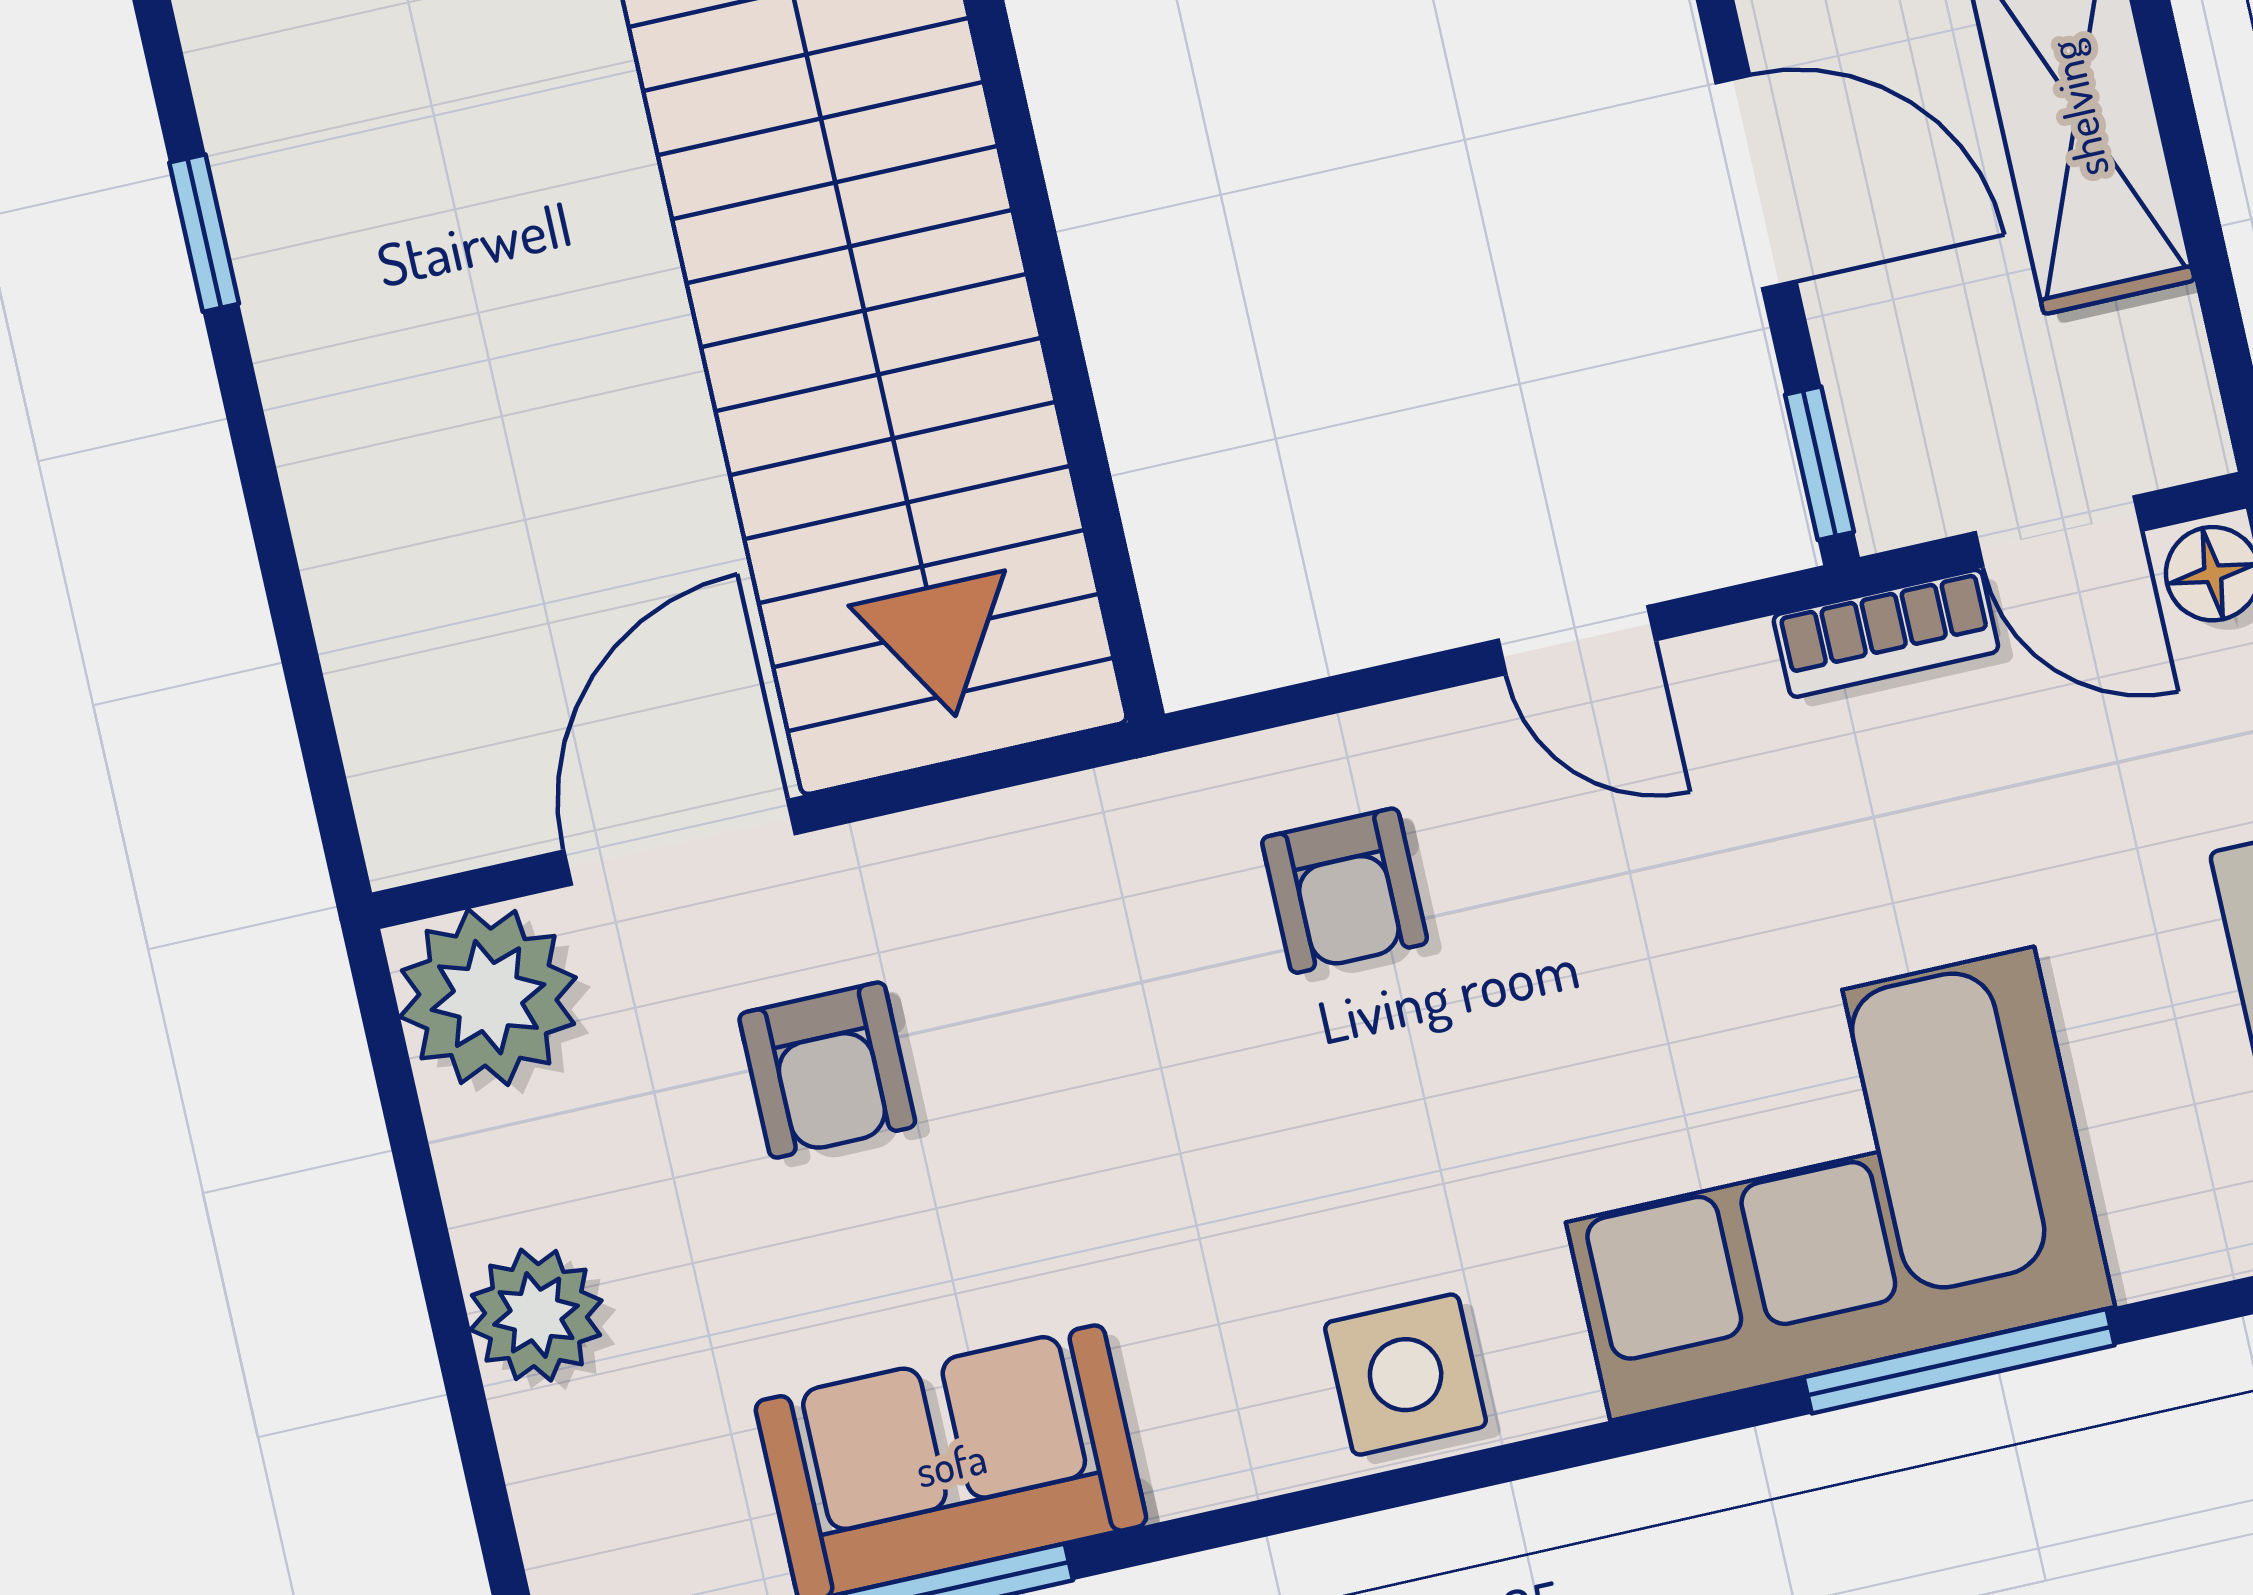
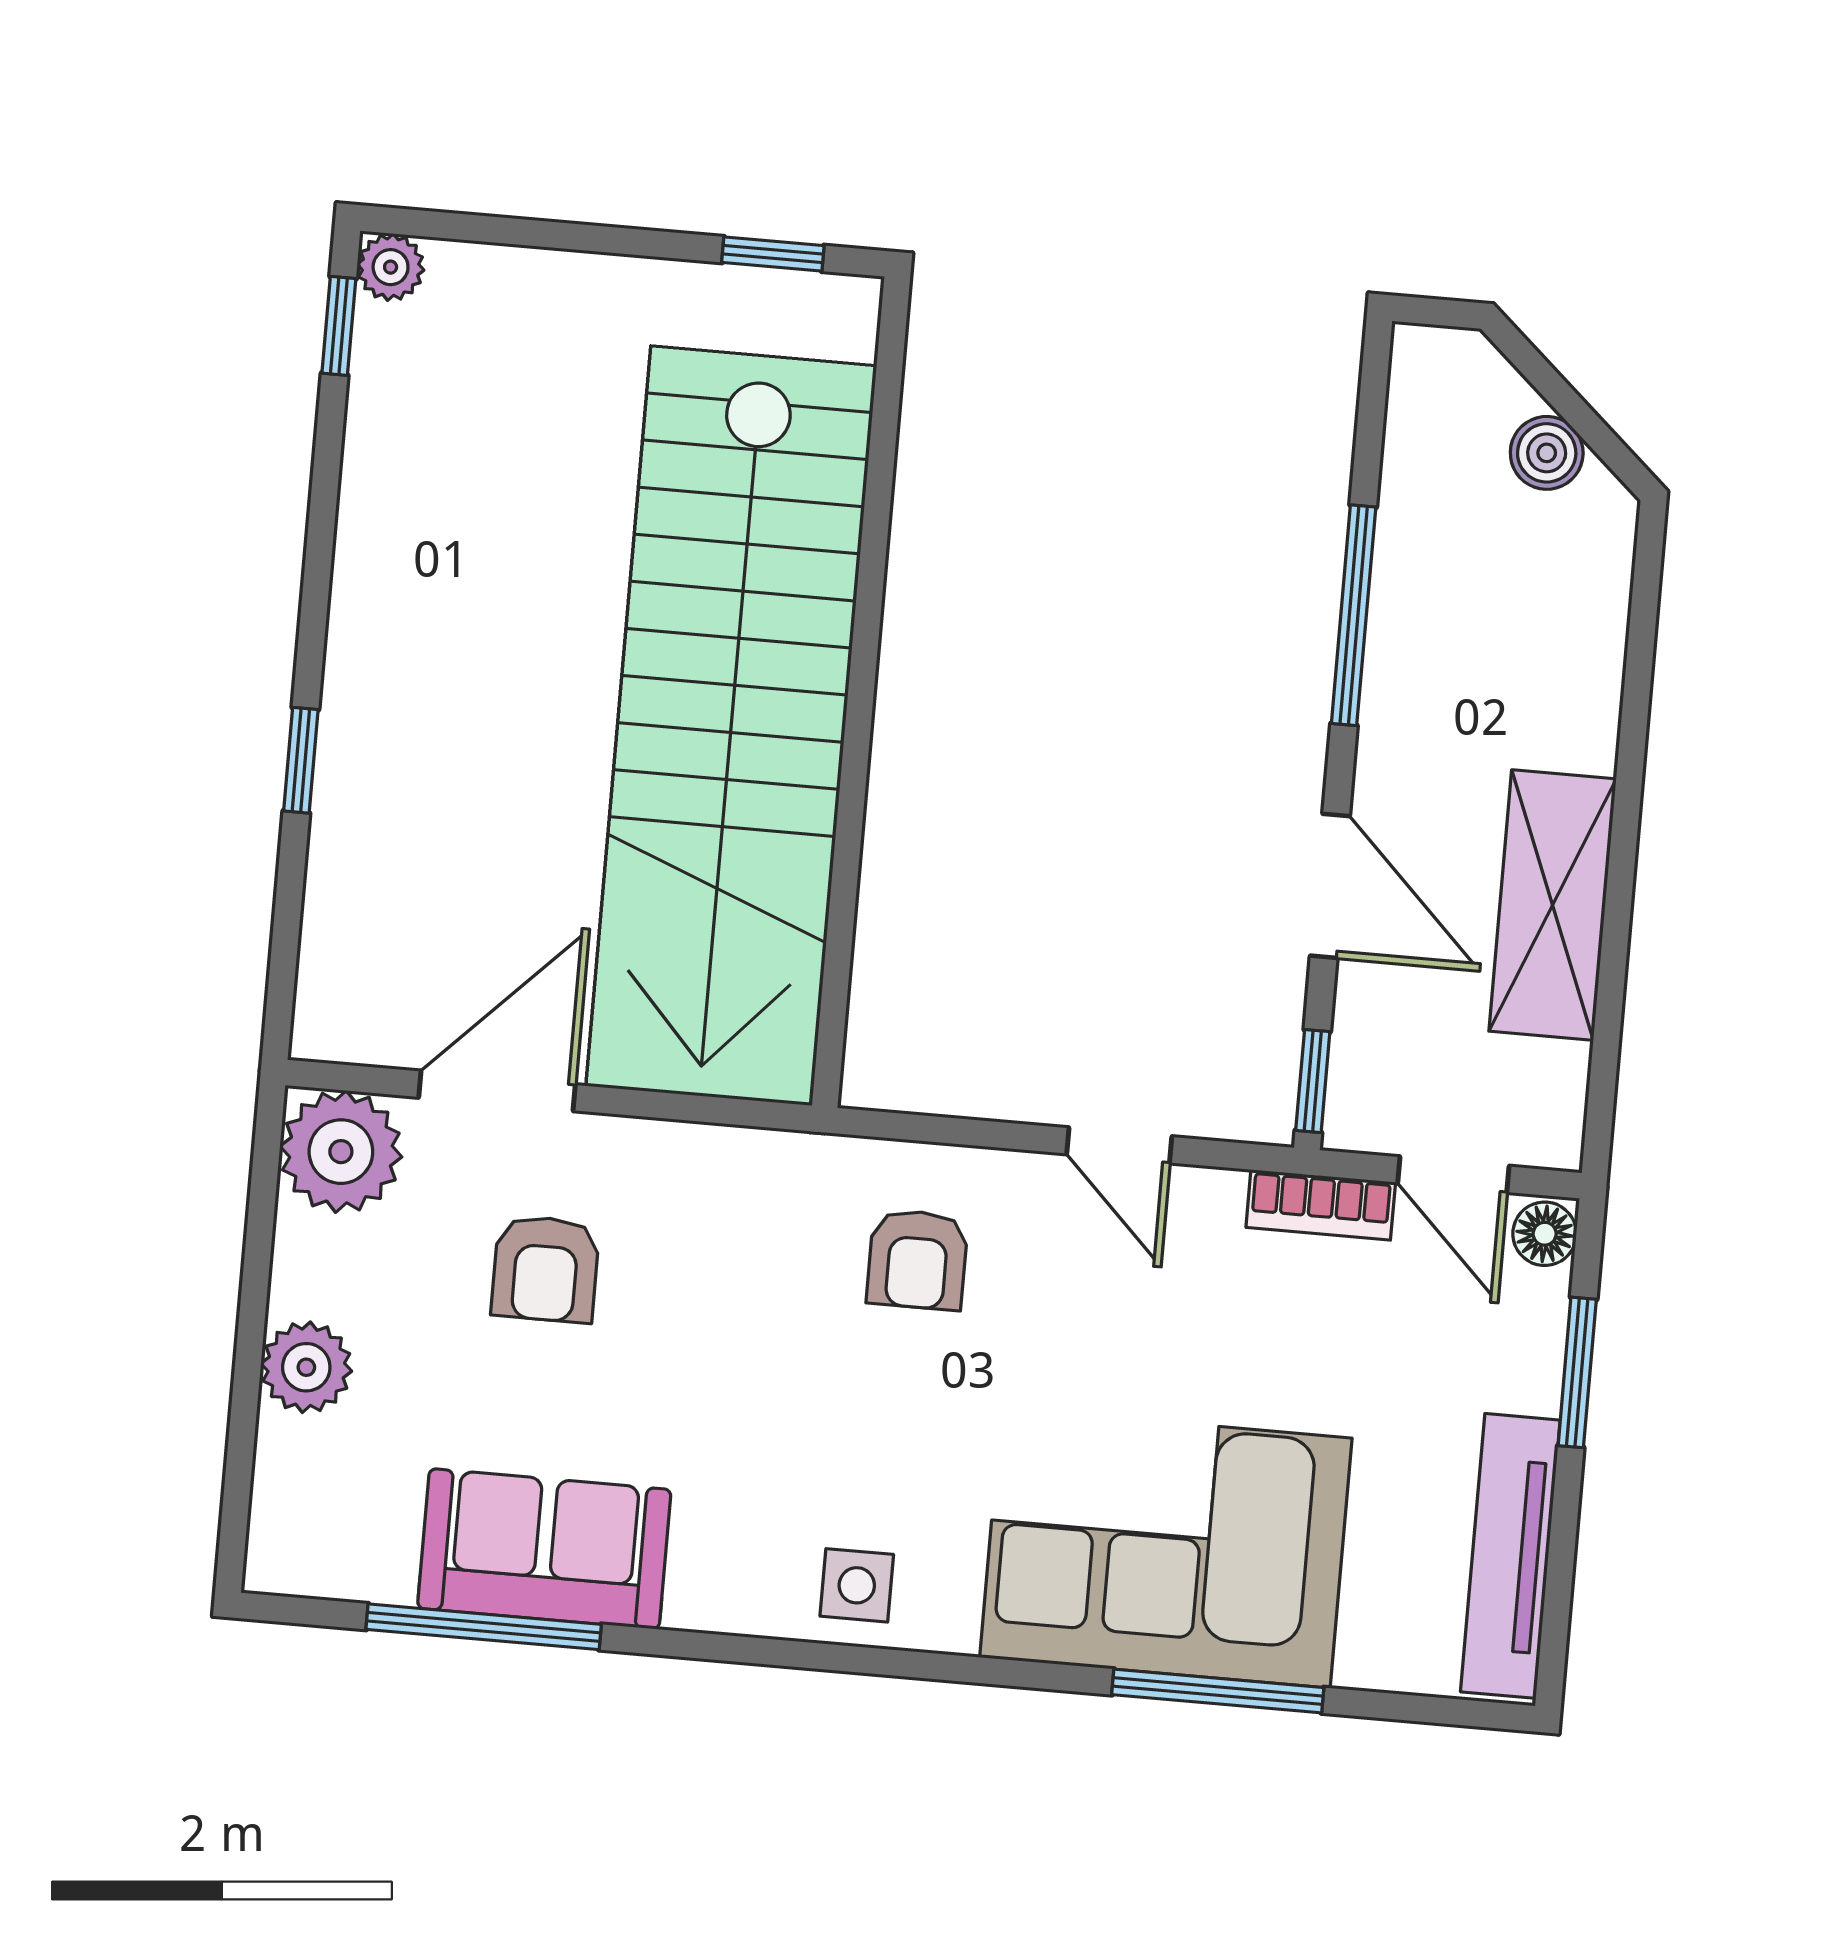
window: (204, 233) -> (301, 760), moved
side table: (1406, 1375) -> (857, 1585), width x0.73, depth x0.73

